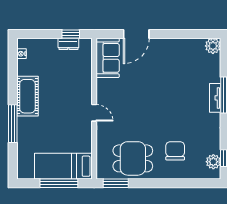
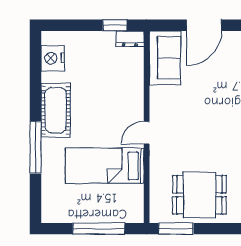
dresser: (68, 44) -> (130, 39), moved
nightstand: (22, 54) -> (53, 58), width x1.89, depth x1.79
door: (94, 113) -> (147, 133), swing flipped
bed: (63, 166) -> (105, 166), moved

